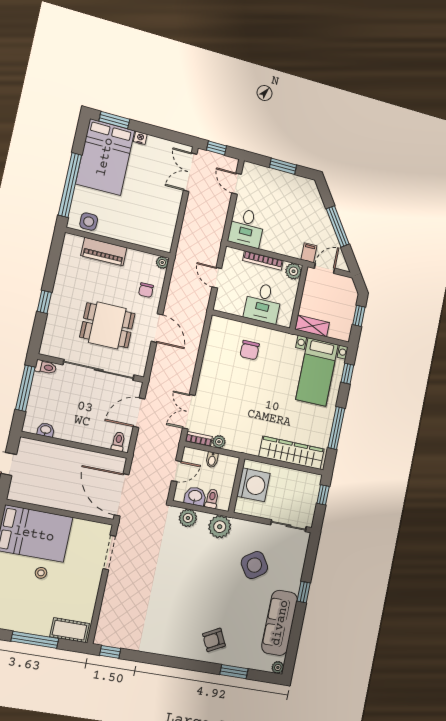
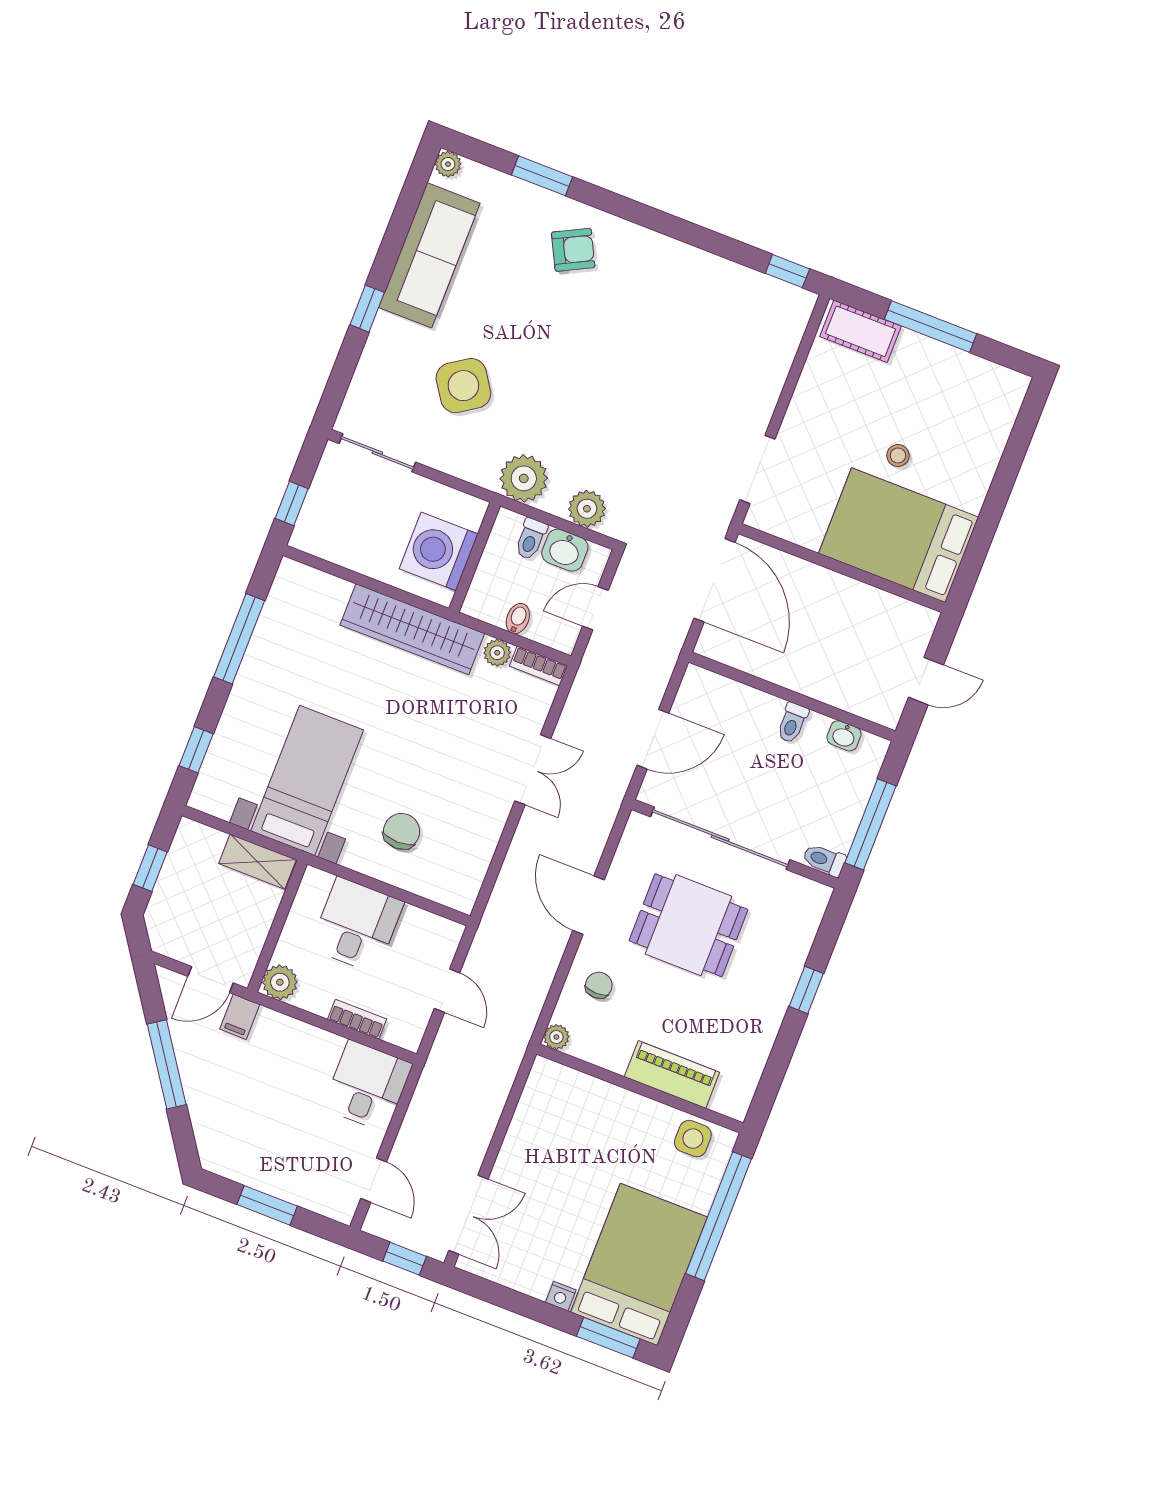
bookcase: (263, 260) -> (357, 1019), width x0.64
bed with nightstands: (317, 372) -> (307, 780), moved
double door: (189, 412) -> (533, 770), moved
toilet: (118, 442) -> (792, 723), moved
wardrobe: (292, 453) -> (412, 629), moved

